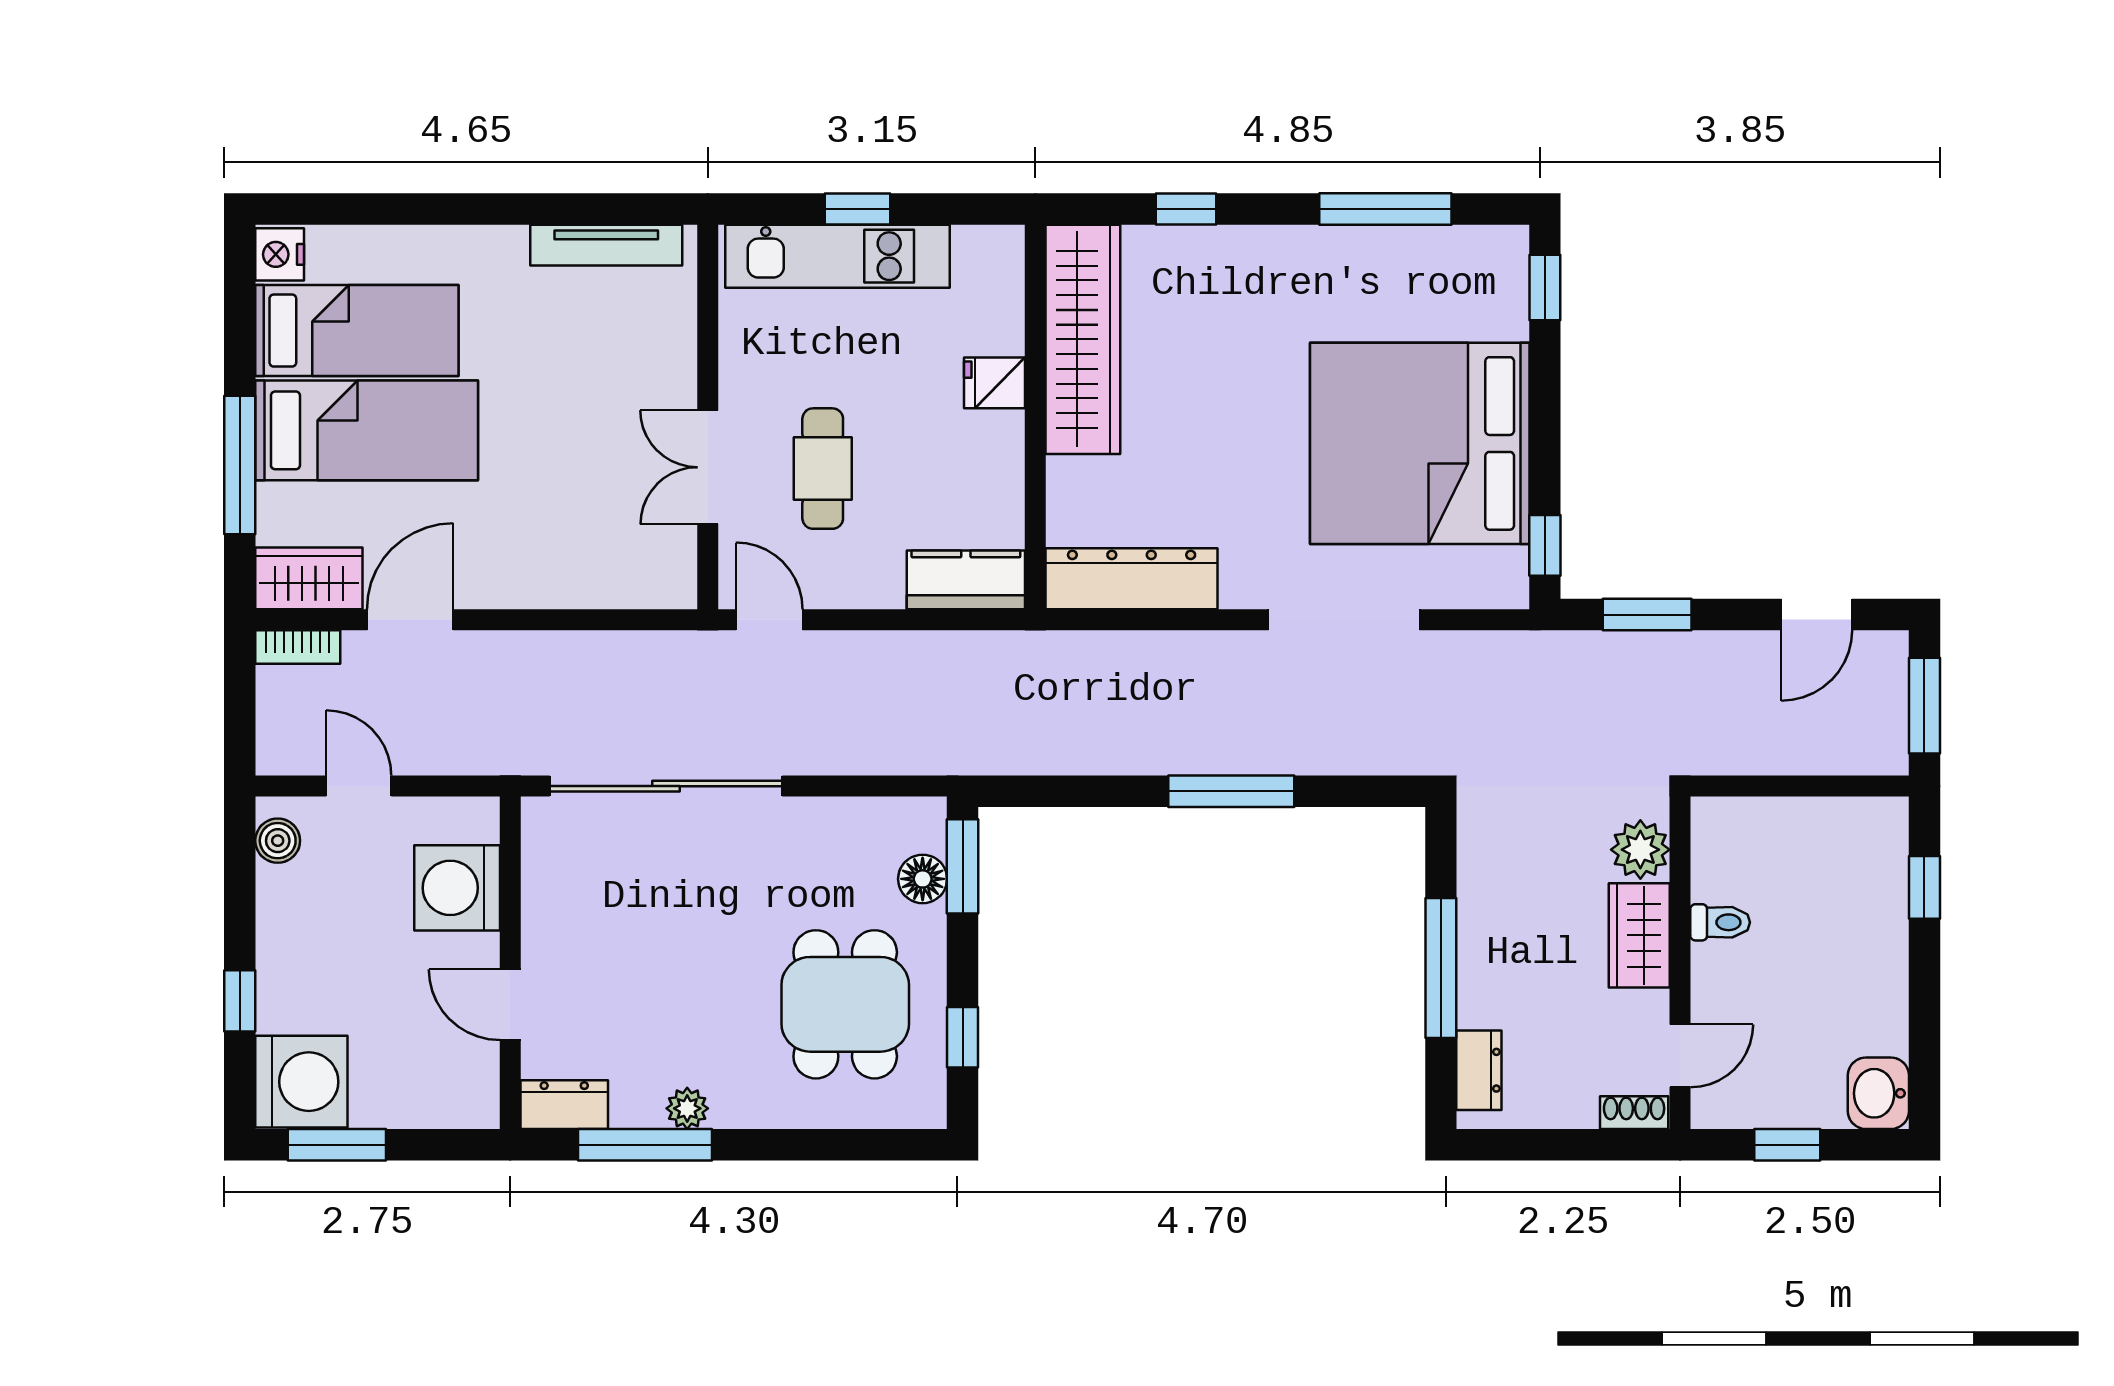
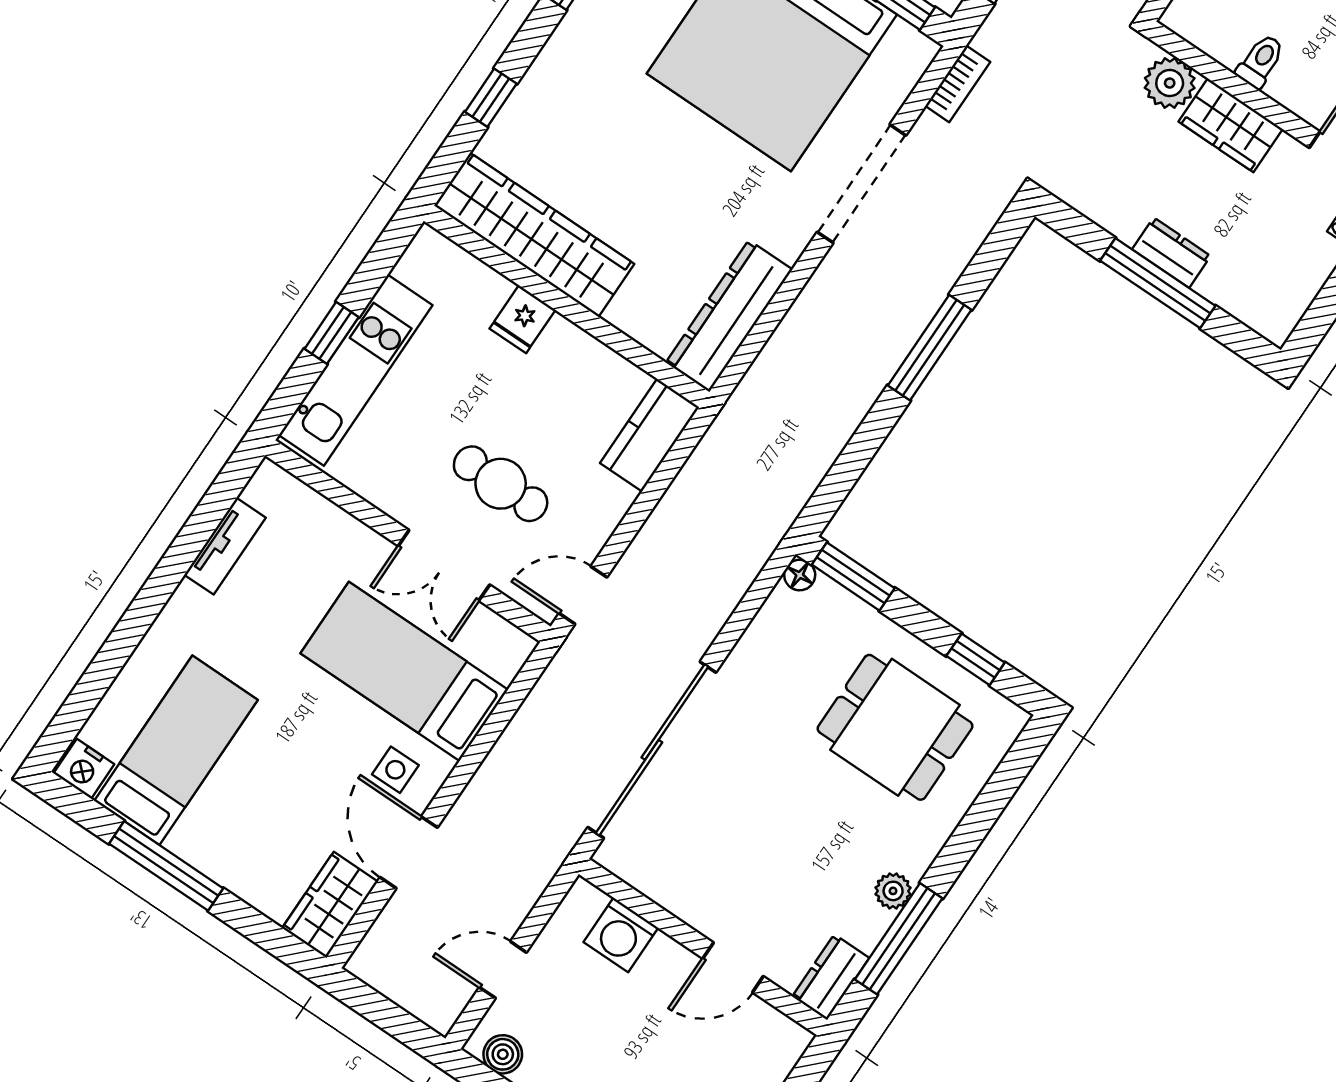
tv unit: (606, 245) -> (225, 546), width x0.71
bed: (367, 430) -> (404, 671), moved, turned -90
window: (240, 465) -> (166, 866), moved
side table: (481, 553) -> (395, 770), added
bookcase: (298, 647) -> (958, 84), moved
floor lamp: (923, 879) -> (800, 575), moved, width x0.73, depth x0.73
washing machine: (457, 888) -> (621, 935), width x0.73, depth x0.73
dresser: (1479, 1070) -> (1171, 253), moved

